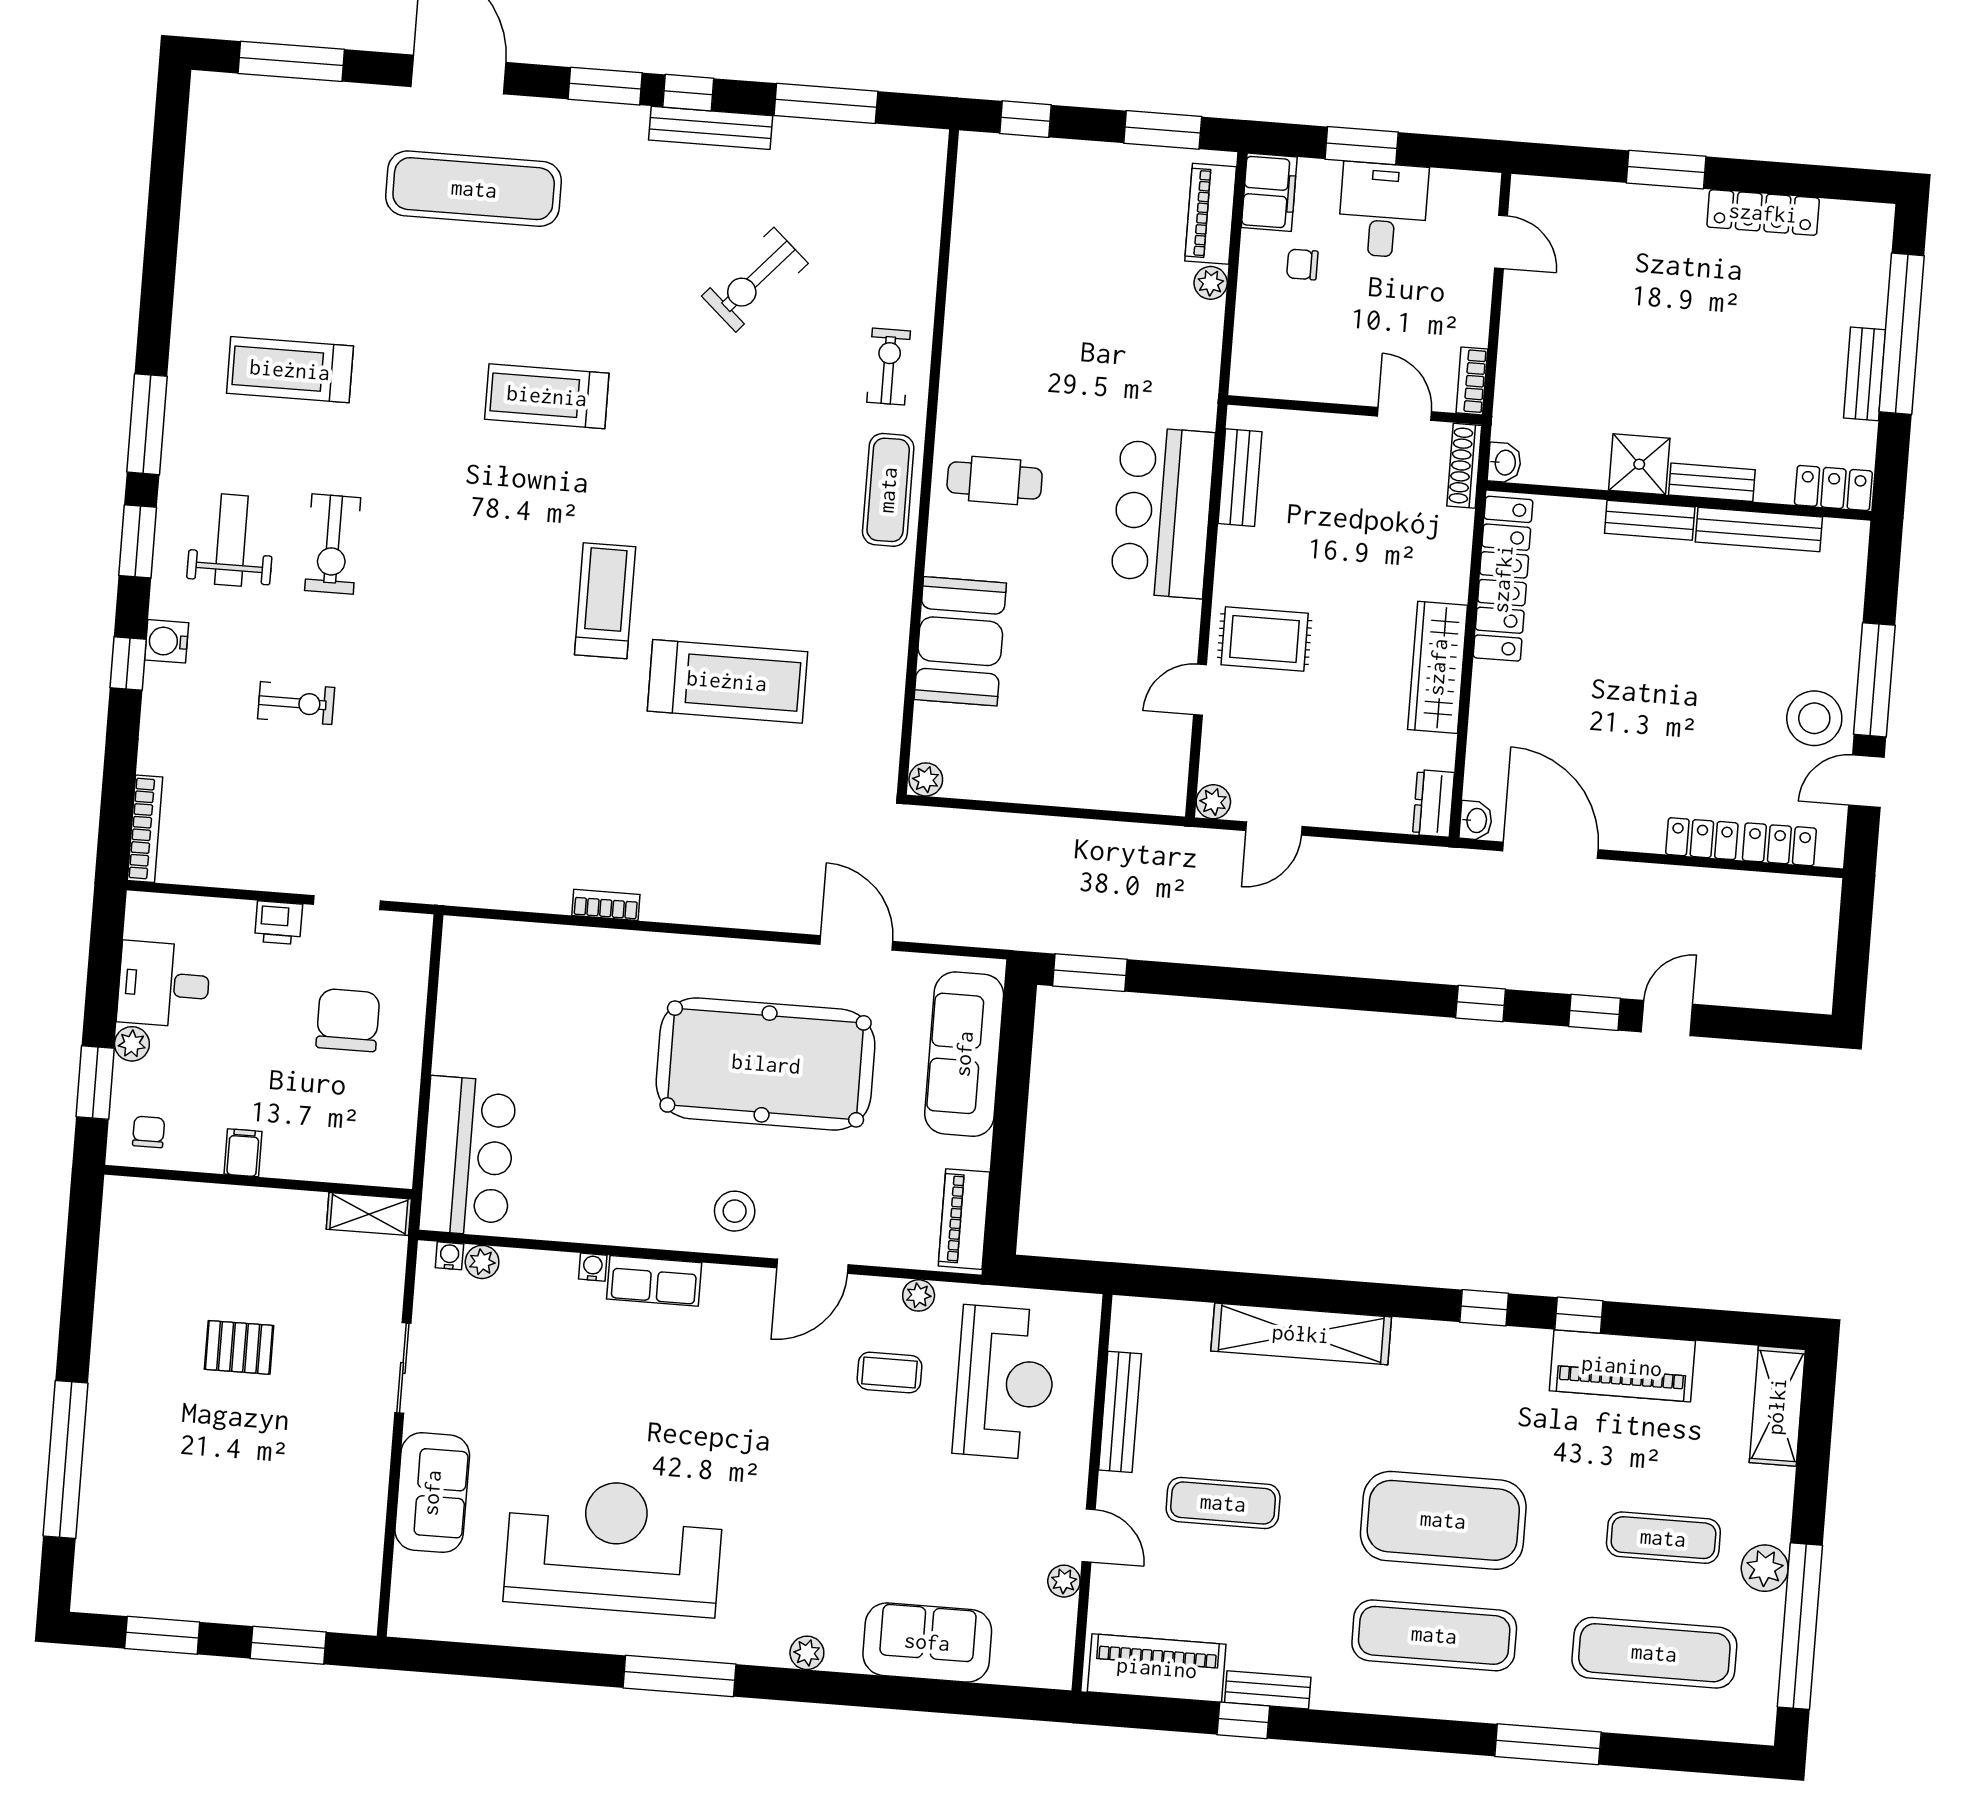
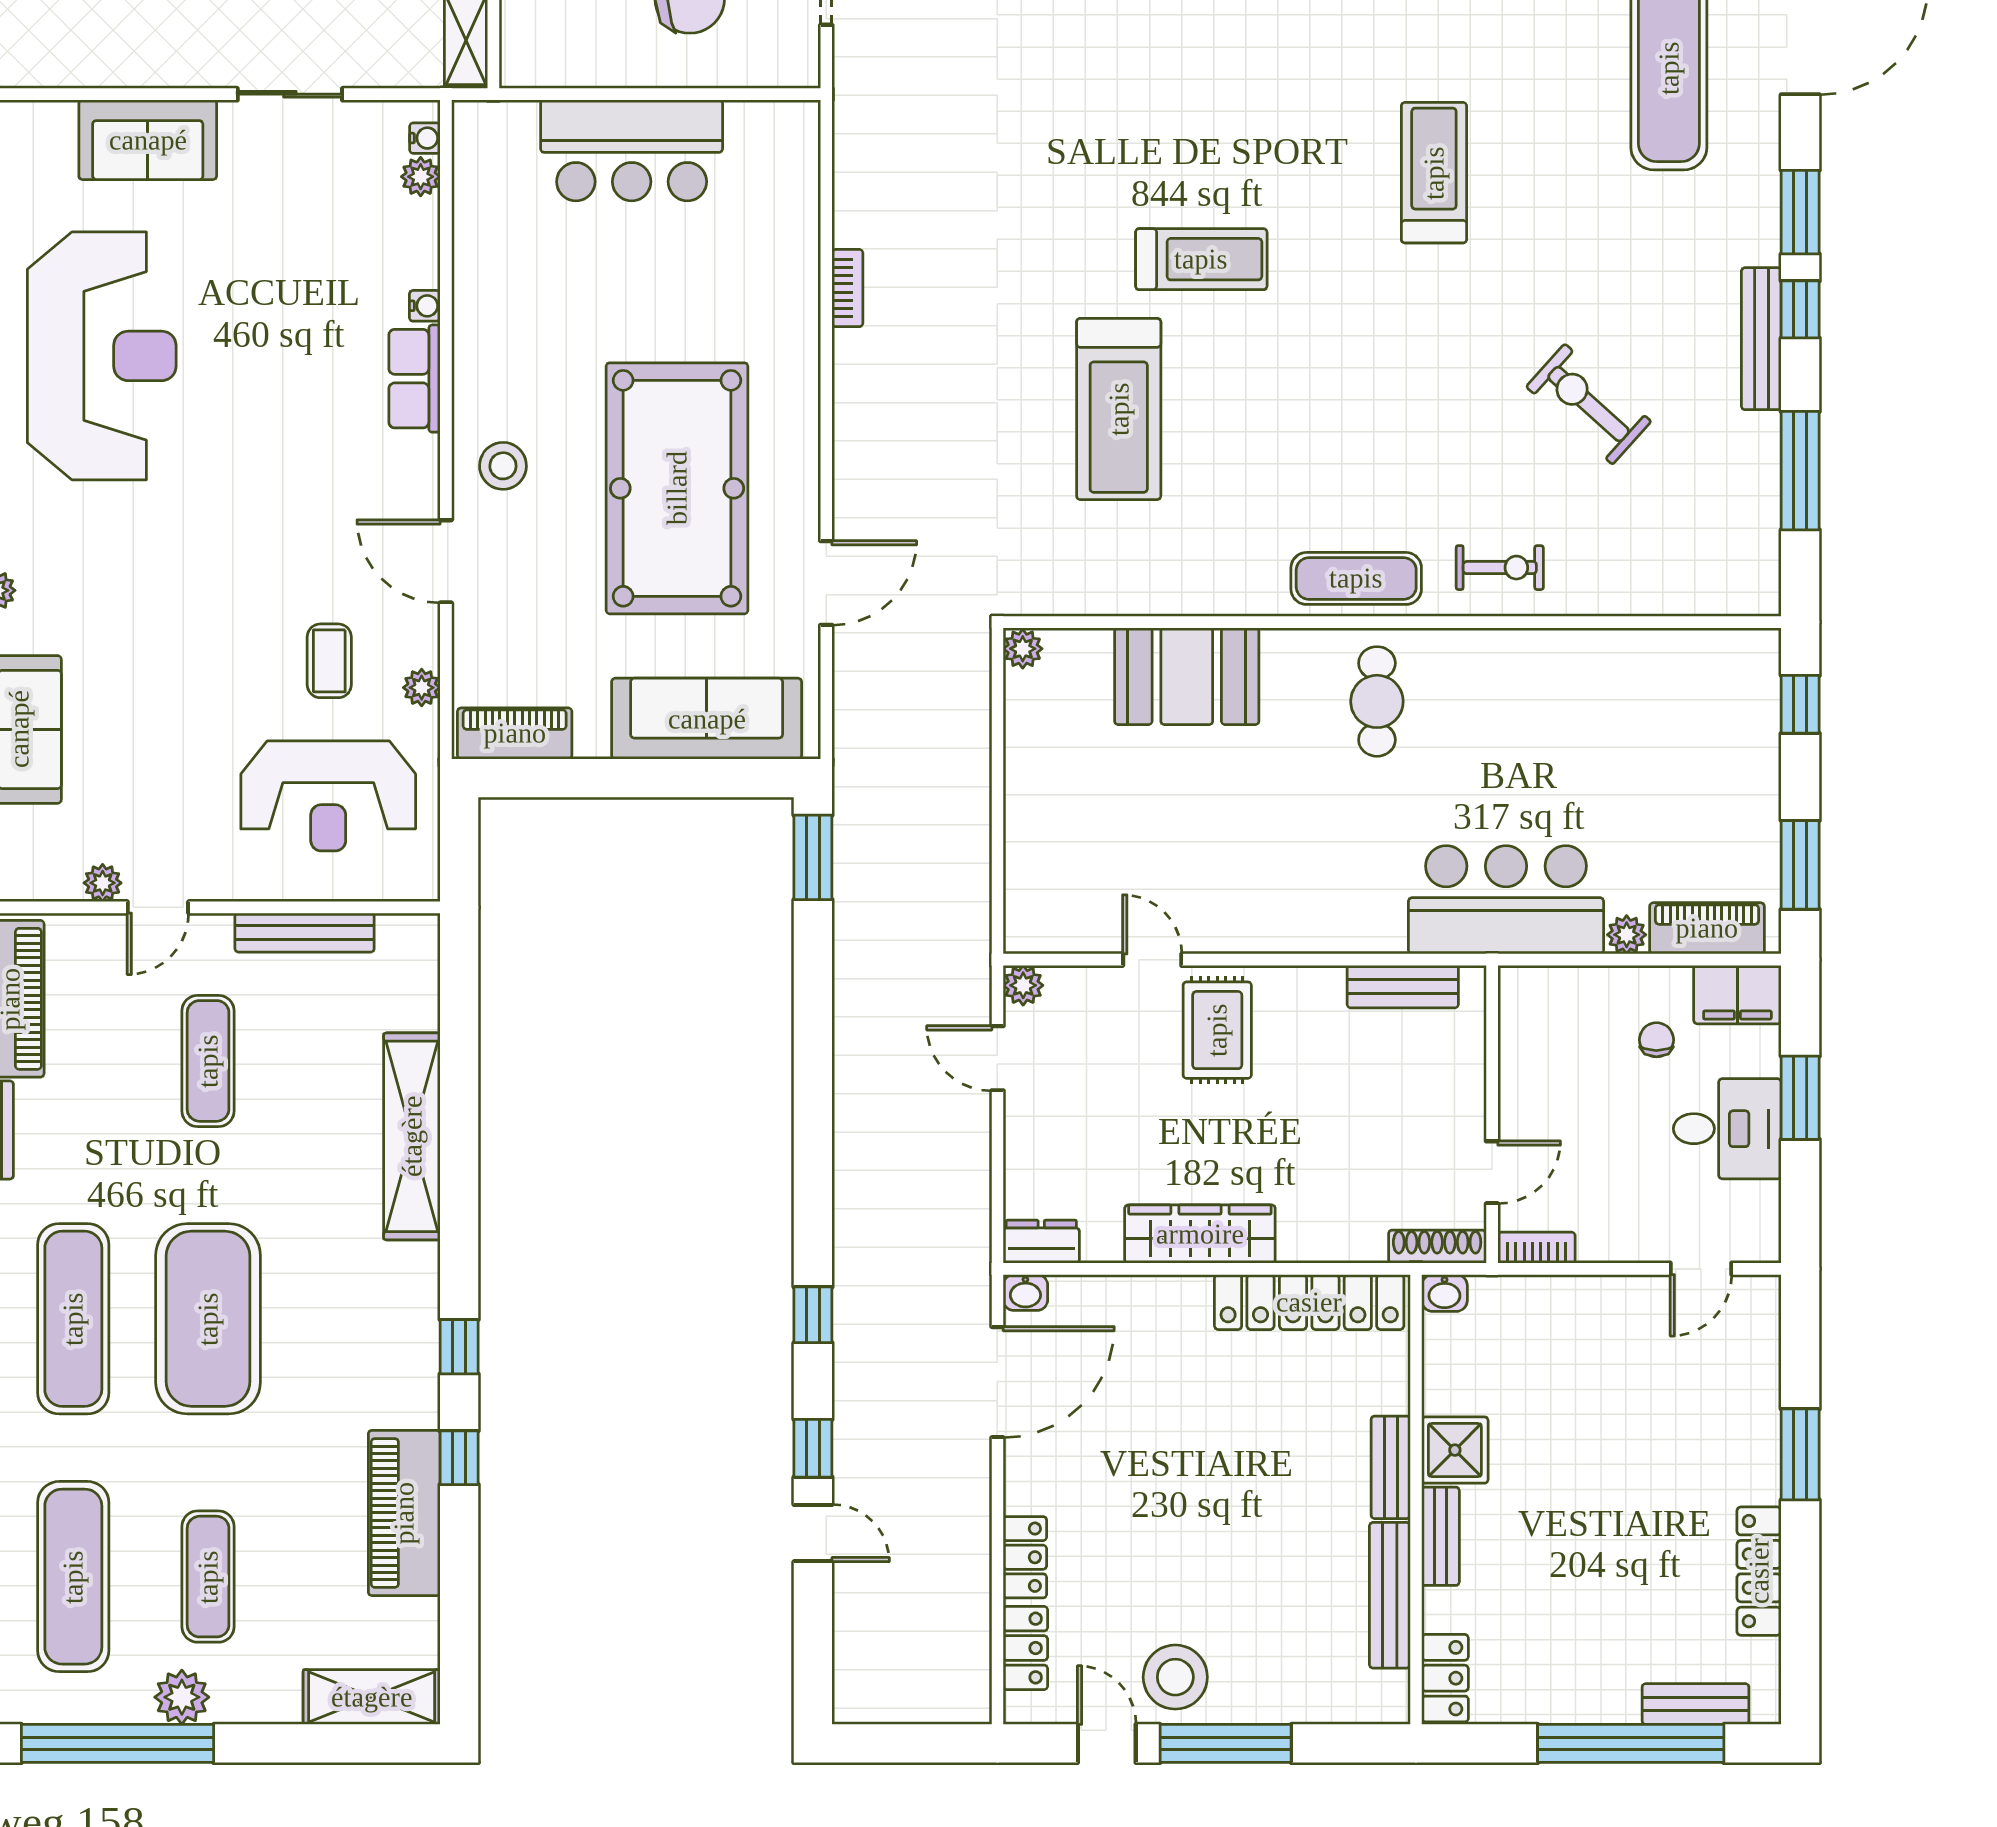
bench: (1865, 374) -> (1696, 1704), moved
bar counter: (1163, 512) -> (1506, 900), moved
bar counter: (468, 1156) -> (632, 150), moved

